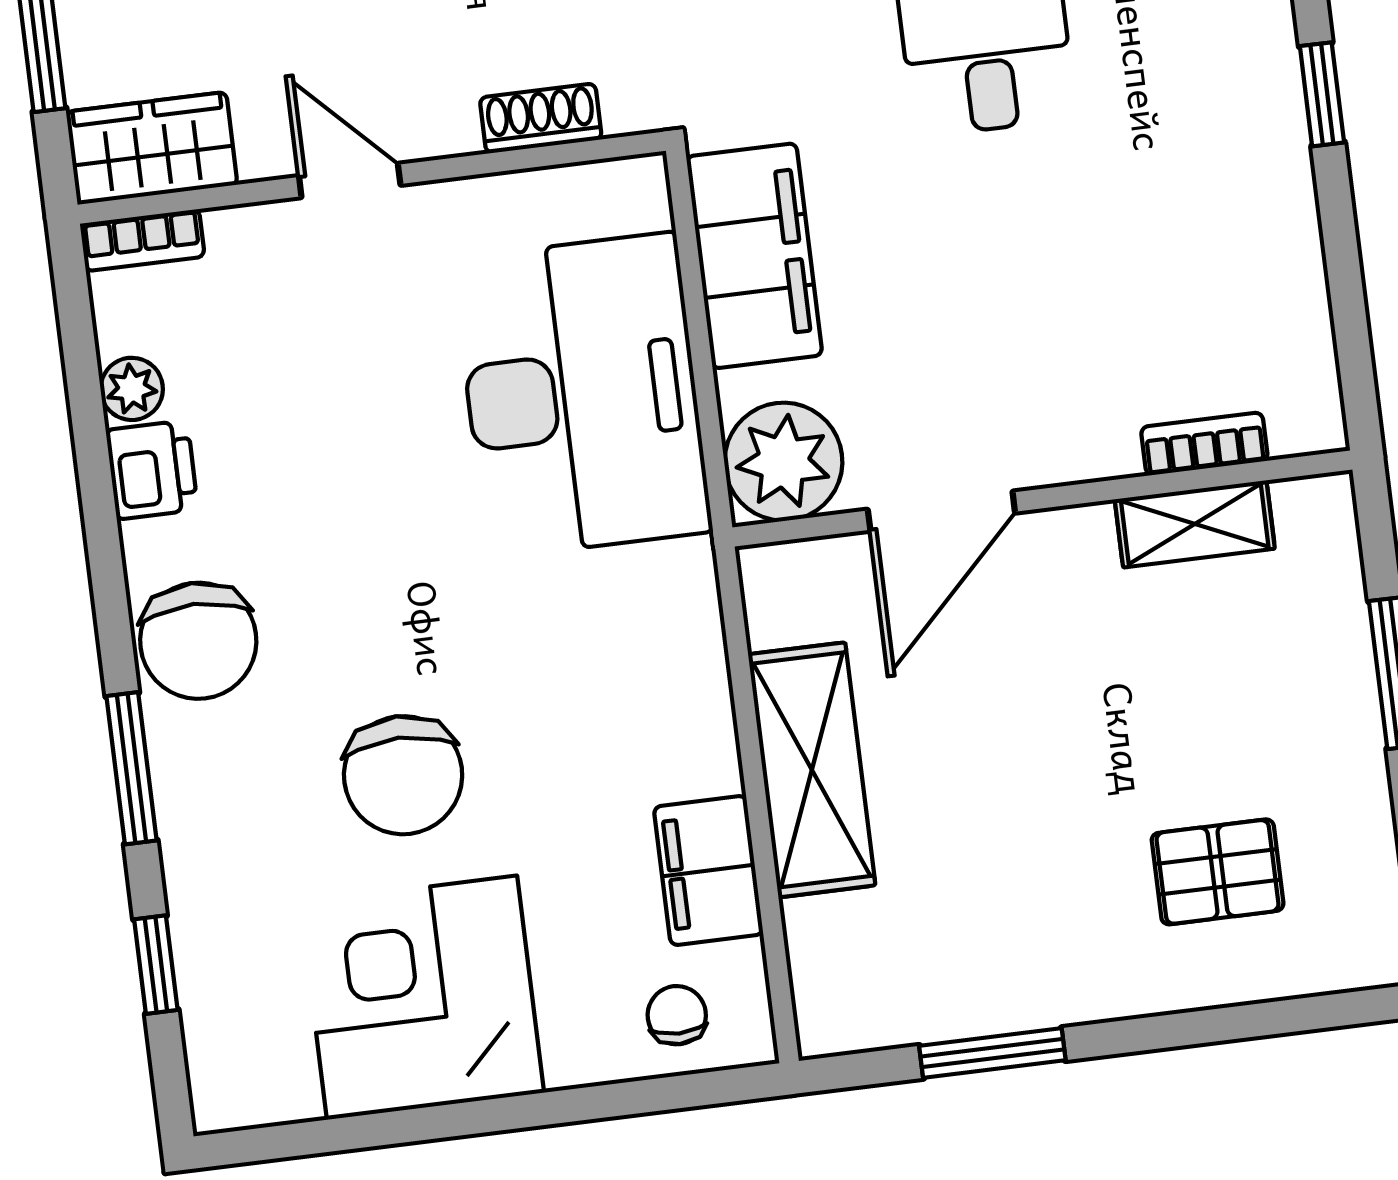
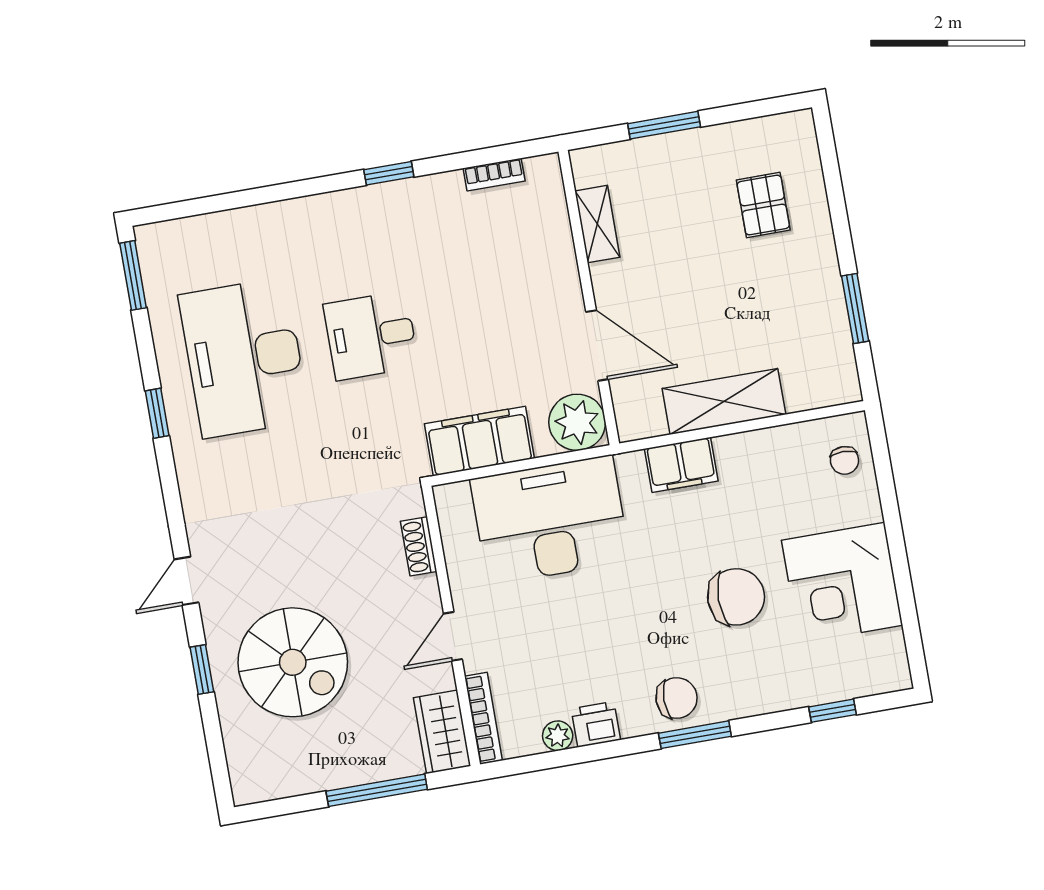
bookcase: (142, 240) -> (483, 718), width x1.56
bookcase: (1204, 444) -> (494, 175), moved, turned -90
chair: (198, 641) -> (677, 698), width x0.73, depth x0.73
window: (131, 768) -> (695, 735), moved
filing cabinet: (709, 870) -> (681, 465), moved
chair: (677, 1015) -> (844, 460), turned -90

